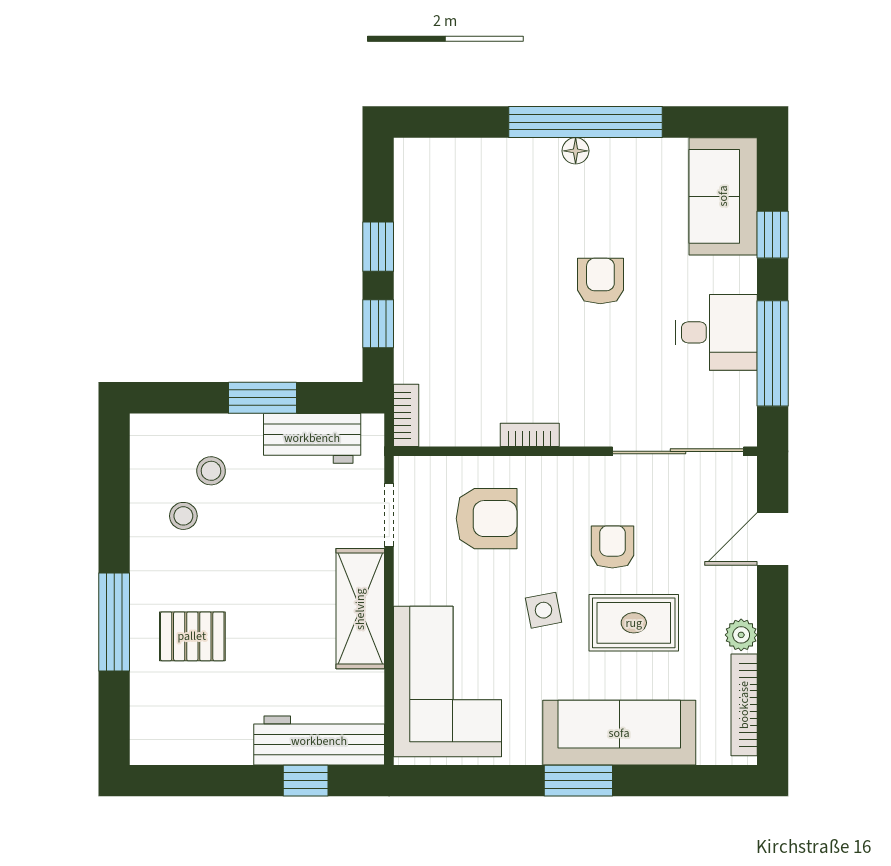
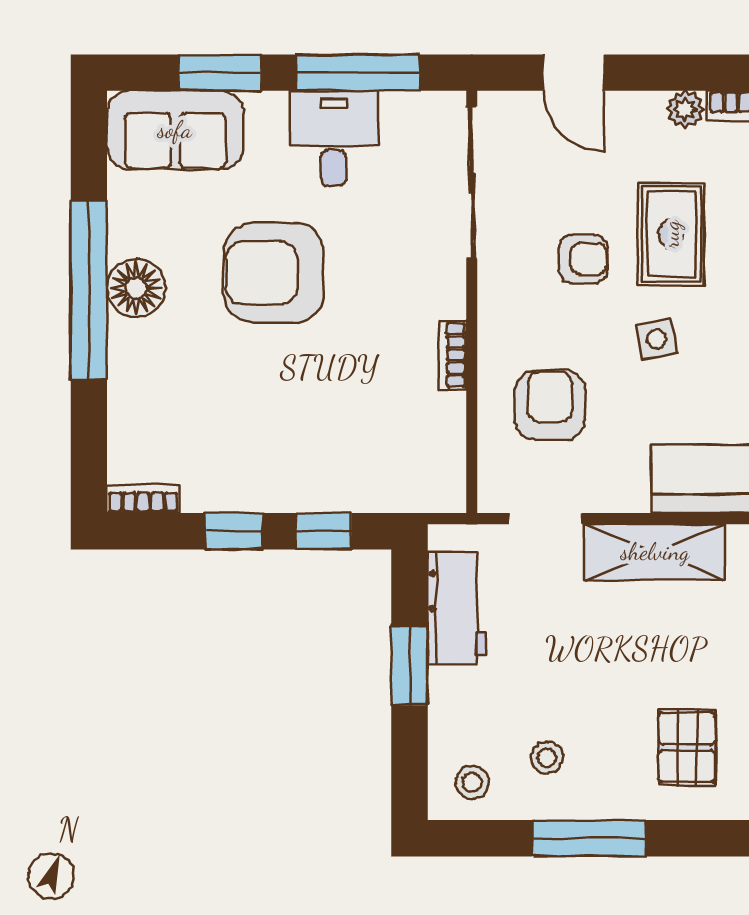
floor lamp: (576, 151) -> (136, 288), width x1.89, depth x1.89
window: (773, 235) -> (220, 73), width x1.50
armchair: (600, 281) -> (274, 273), width x1.88, depth x1.88
bookcase: (406, 415) -> (143, 499), moved
stool: (211, 471) -> (472, 782), moved
armchair: (612, 547) -> (583, 259), turned 180
window: (114, 622) -> (589, 838), moved

